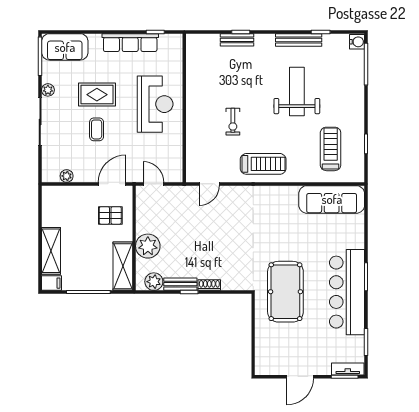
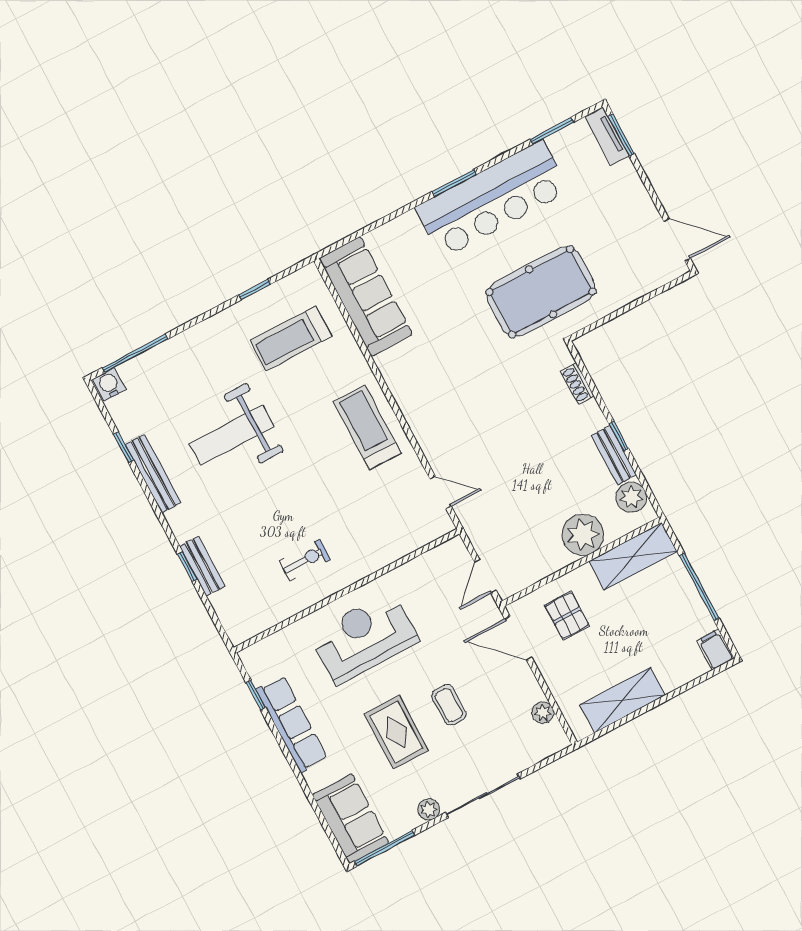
exercise bike: (233, 122) -> (305, 560), moved
coffee table: (97, 129) -> (449, 705), turned 90
shelving: (51, 251) -> (623, 700), moved
shoe rack: (209, 285) -> (577, 384), moved
door: (300, 377) -> (677, 240), moved

